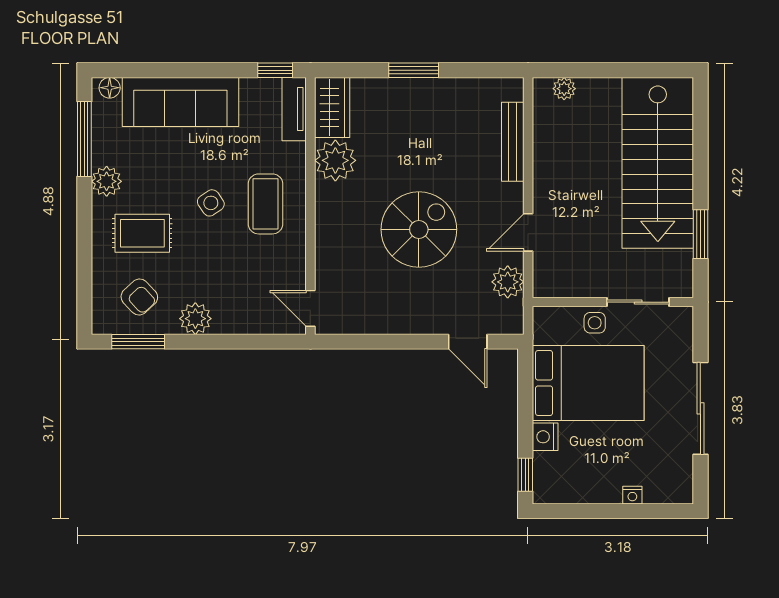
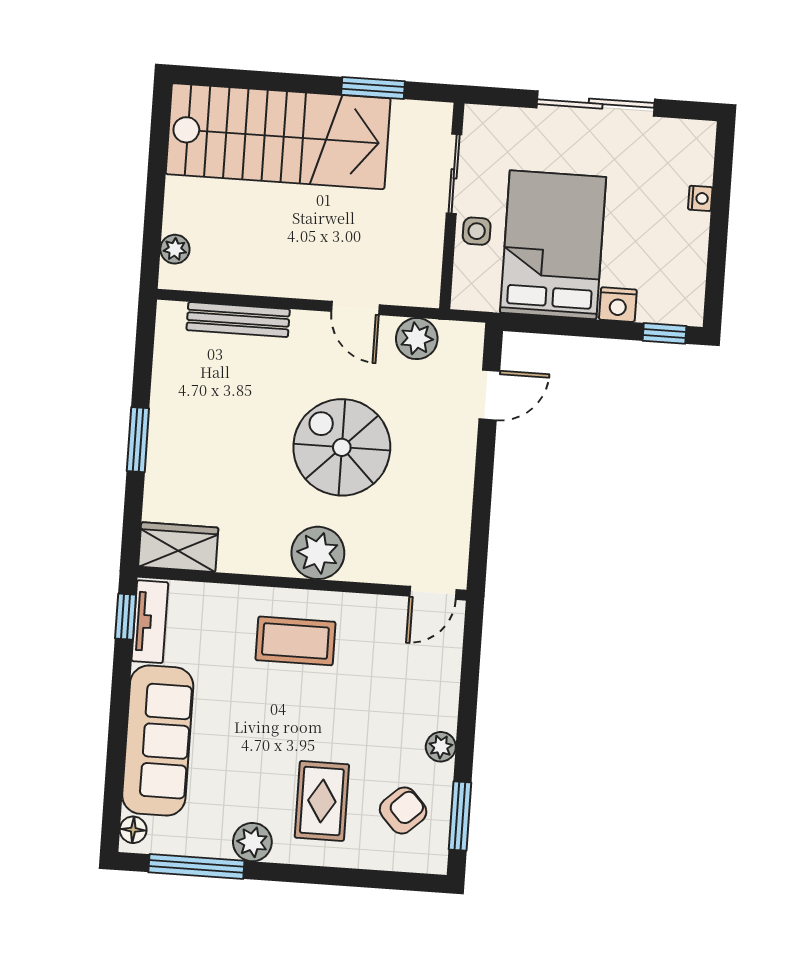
tv unit: (294, 109) -> (150, 622), moved, turned -90
plant: (335, 160) -> (318, 553), moved
side table: (211, 203) -> (289, 711), removed
plant: (195, 319) -> (441, 747), width x0.73, depth x0.73

